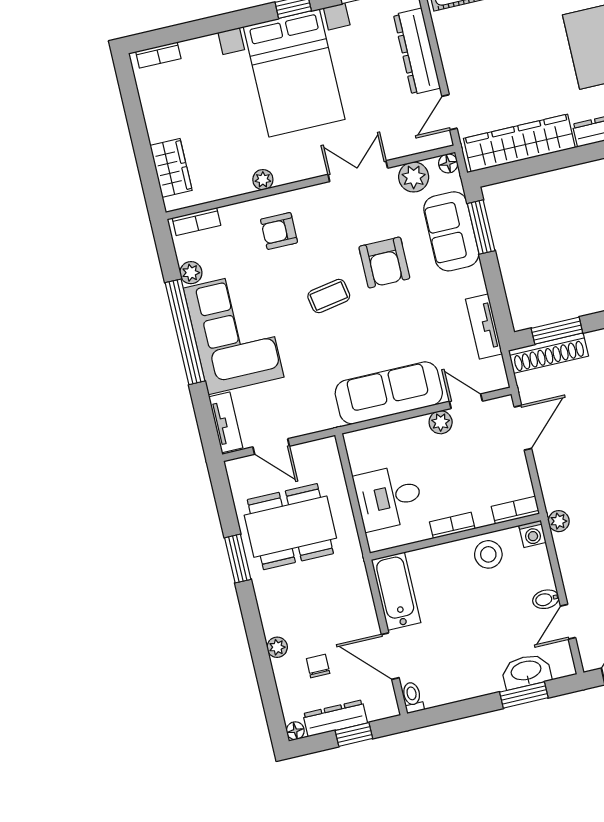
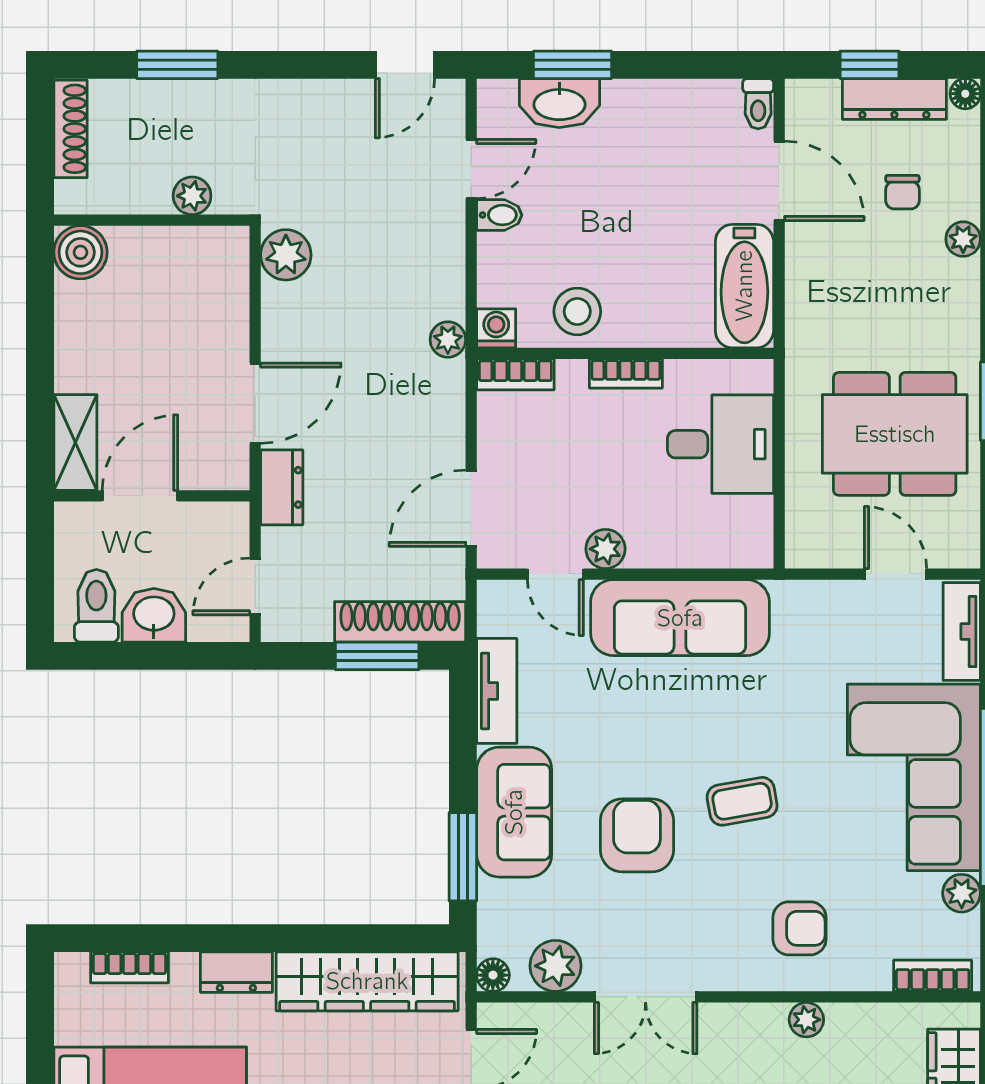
sofa: (451, 231) -> (514, 812), moved

